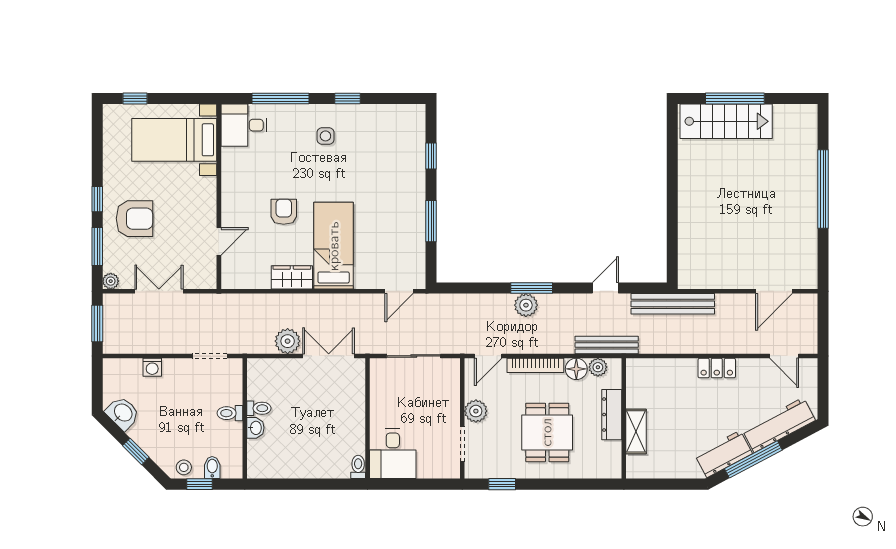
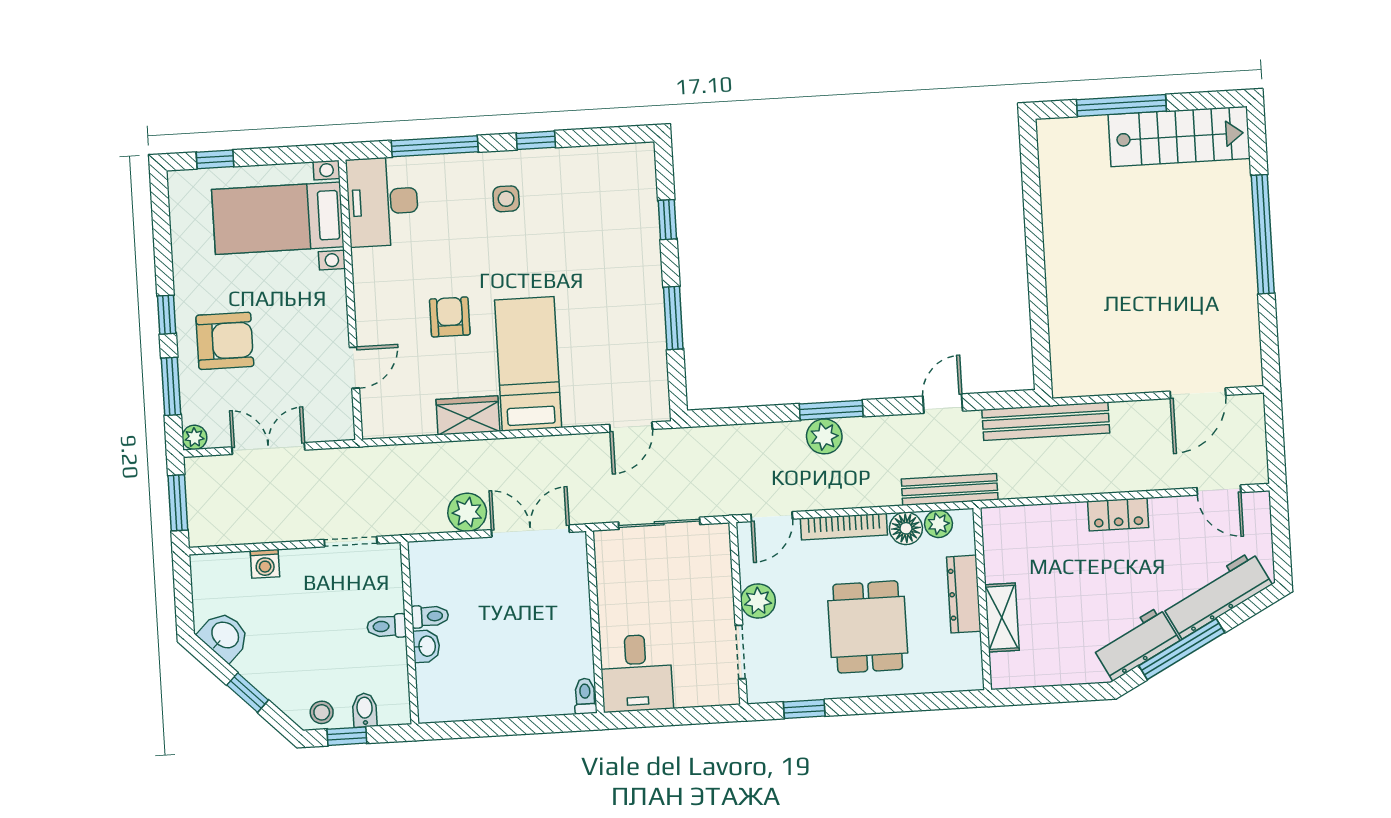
stairs: (726, 121) -> (1179, 137), moved
desk: (244, 125) -> (382, 202), width x1.37

